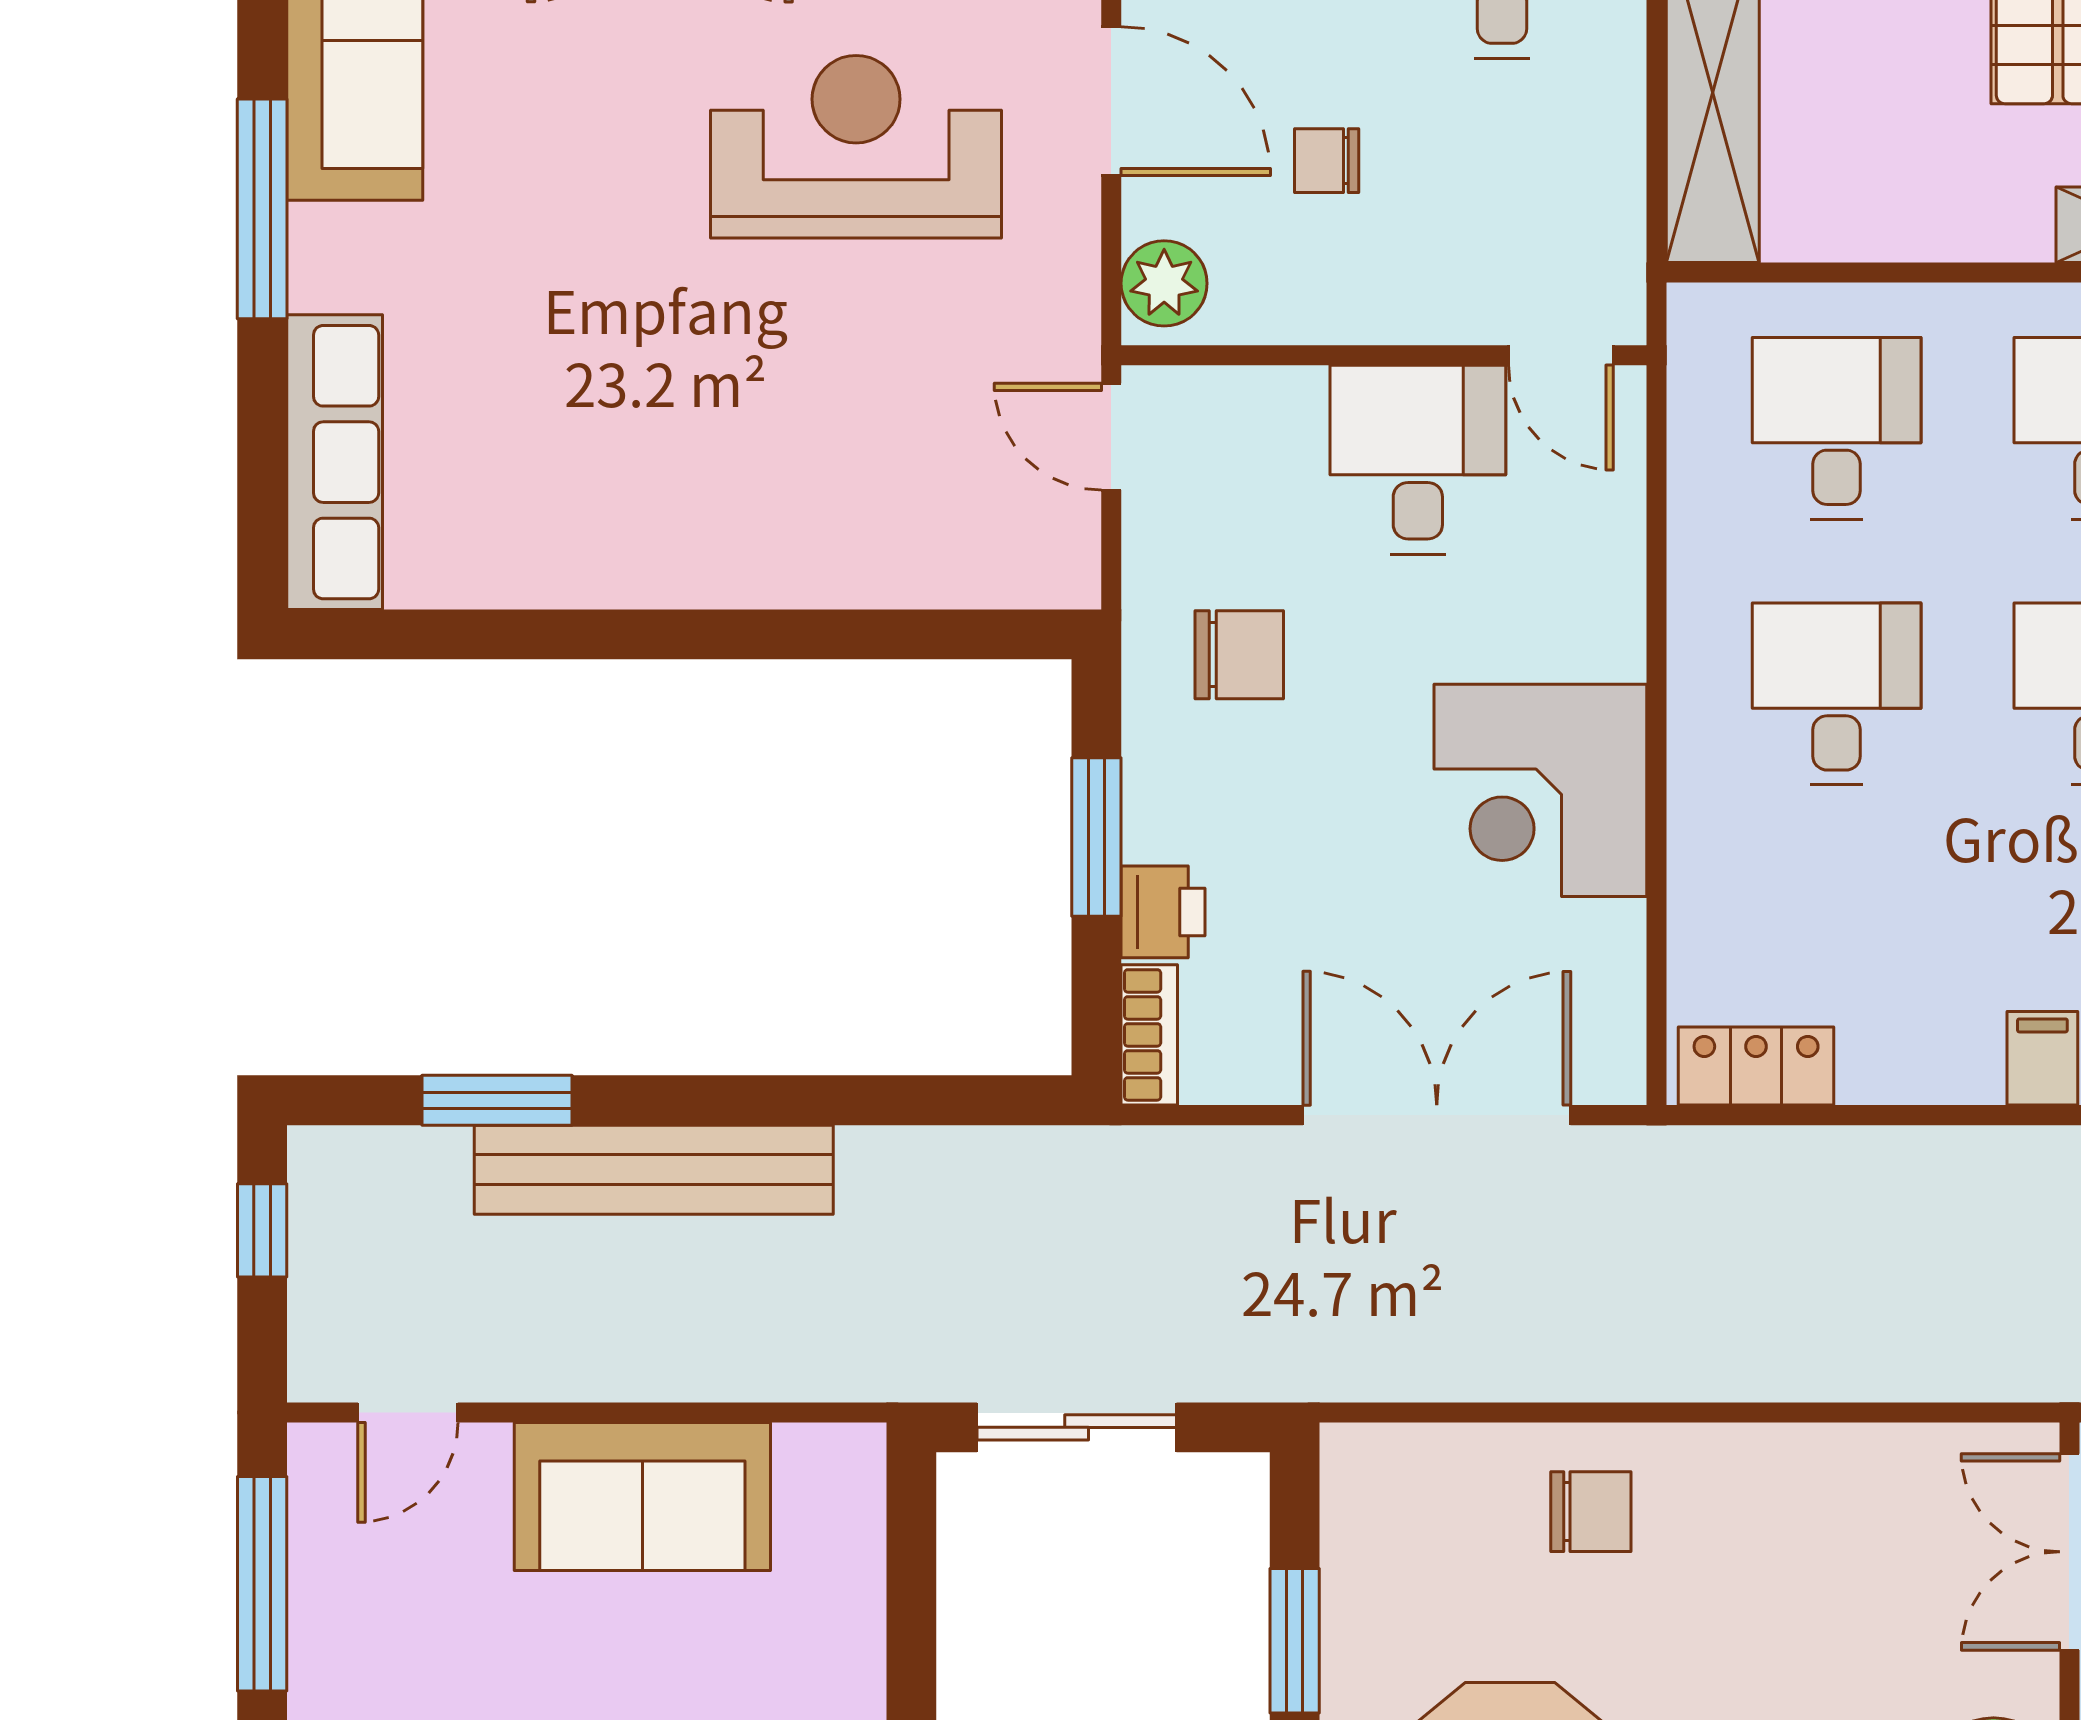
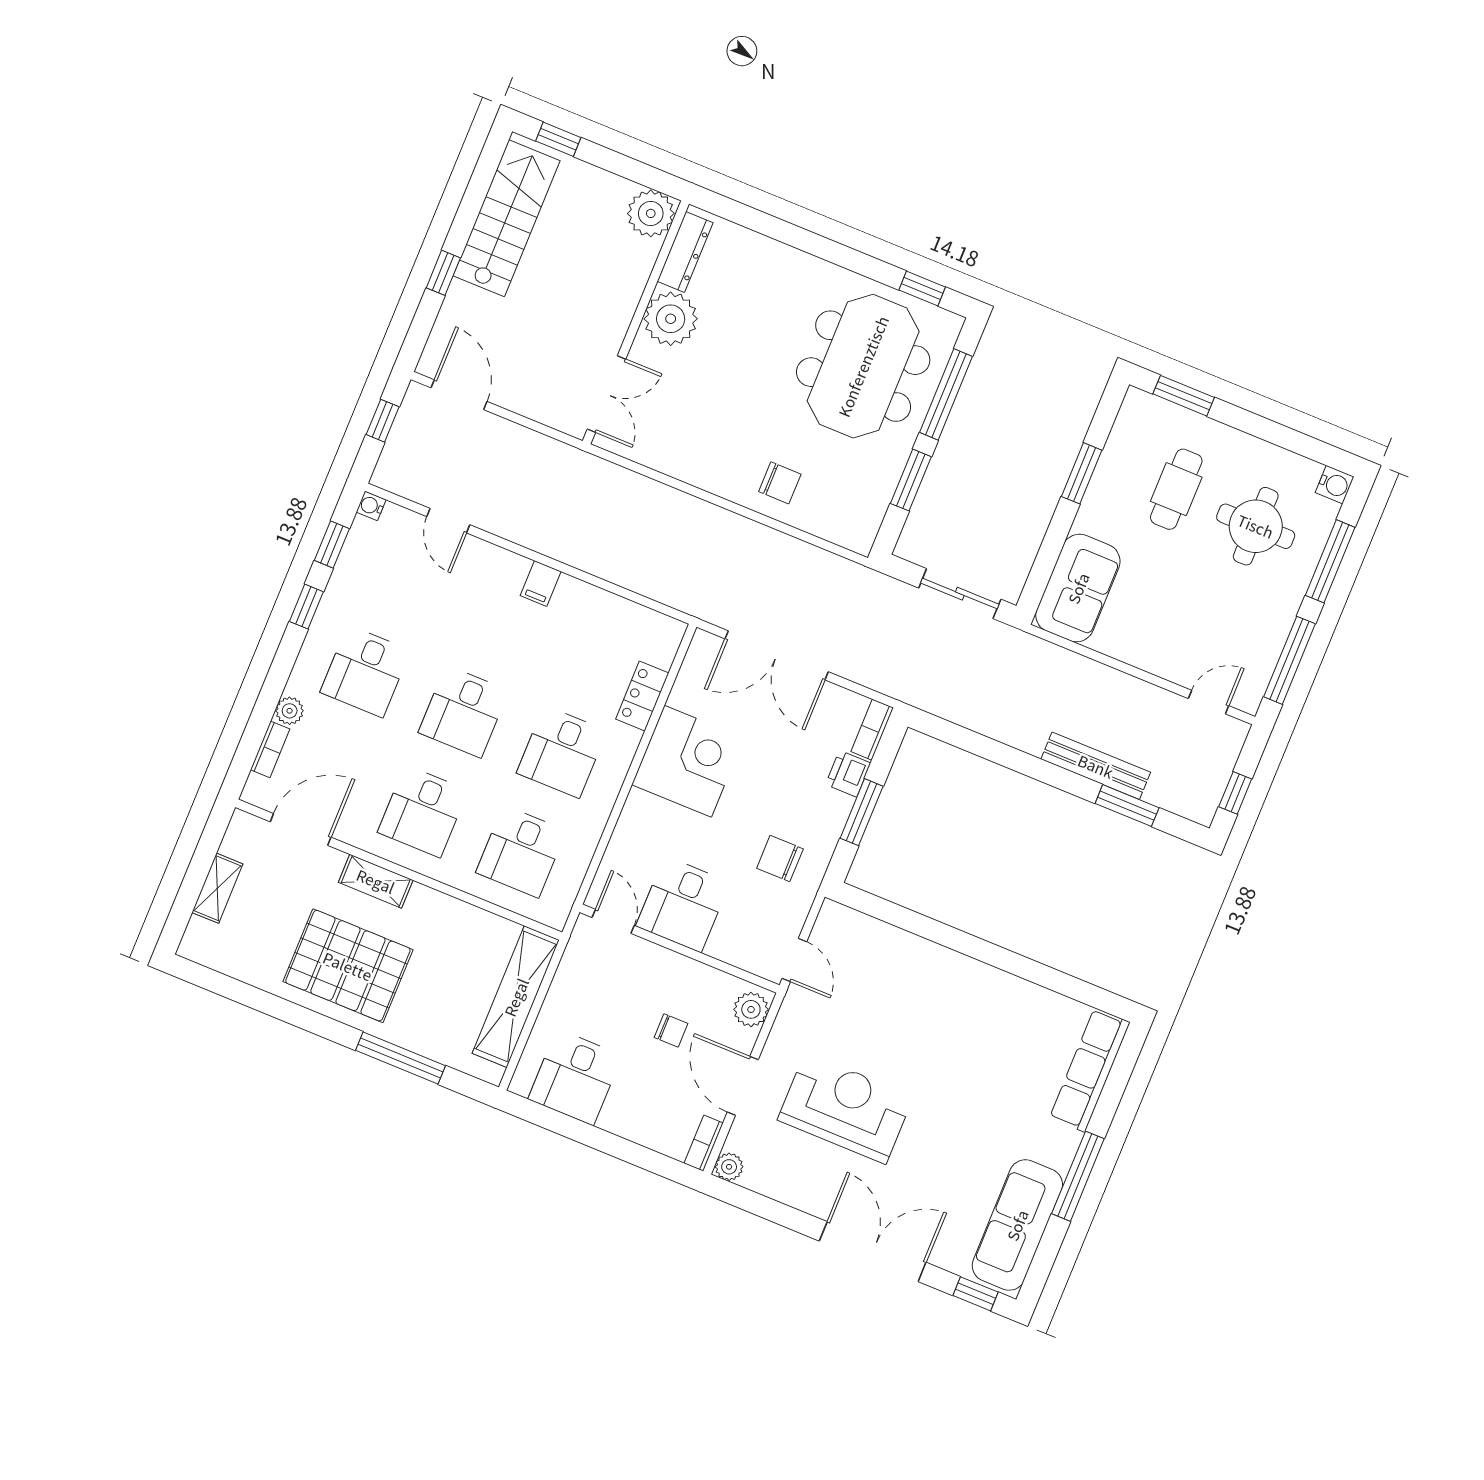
reception desk: (856, 147) -> (846, 1108), turned 180
locker: (1756, 1066) -> (642, 696), moved, turned 90
bench: (654, 1170) -> (1096, 766), width x0.73, depth x0.82
sofa: (642, 1496) -> (1078, 588), moved, turned 90
chair: (1591, 1512) -> (780, 483), turned 180

